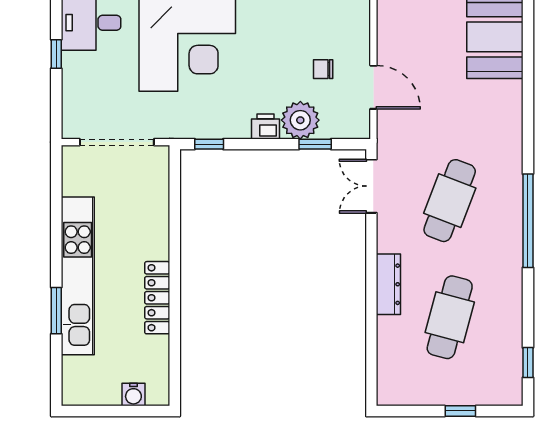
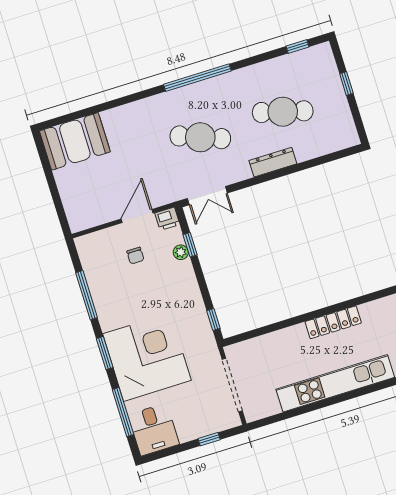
window: (56, 54) -> (209, 439), moved
plant: (300, 120) -> (181, 252), width x0.53, depth x0.53
printer: (266, 126) -> (167, 219), moved, turned -90
window: (56, 311) -> (364, 391), removed

